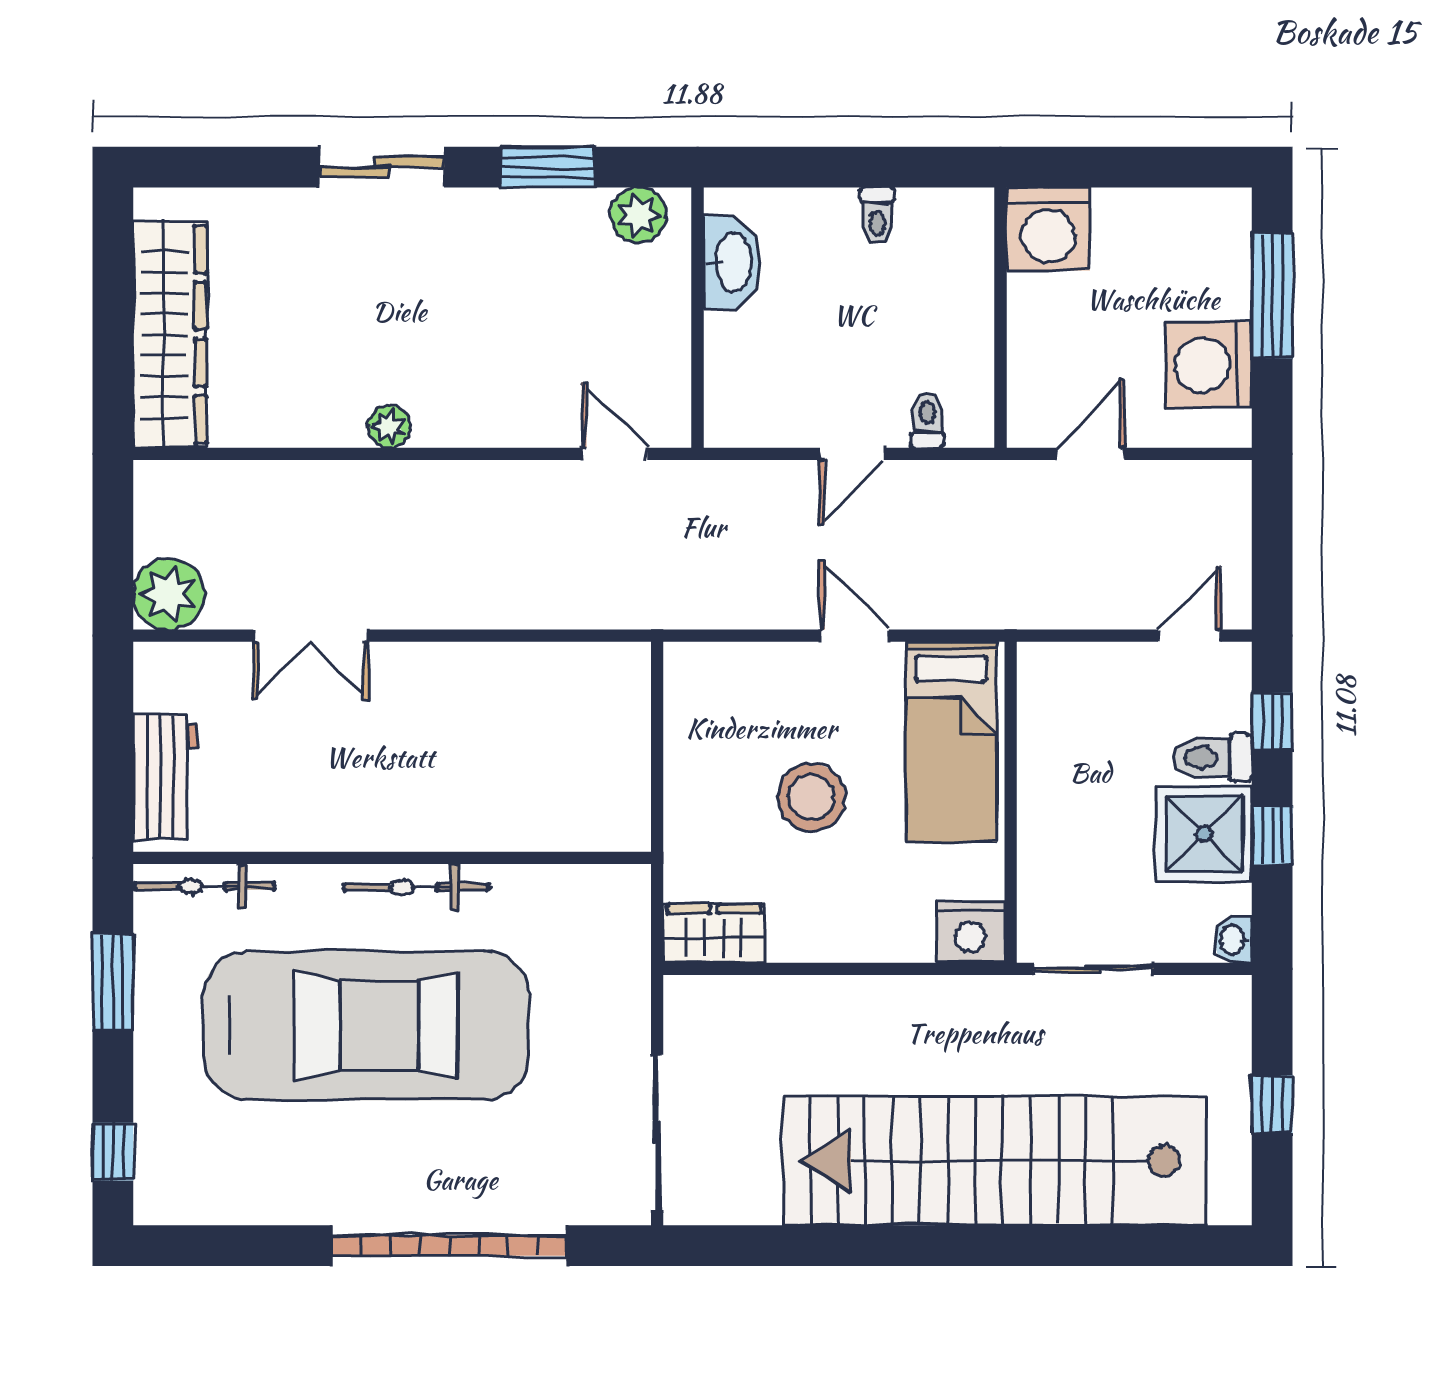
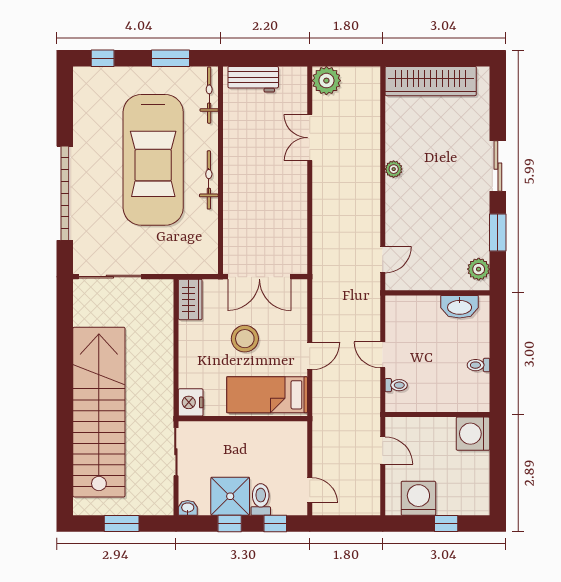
window: (1272, 296) -> (446, 524), width x0.46
double door: (657, 761) -> (259, 277), added
window: (1272, 1104) -> (122, 524), width x1.50

